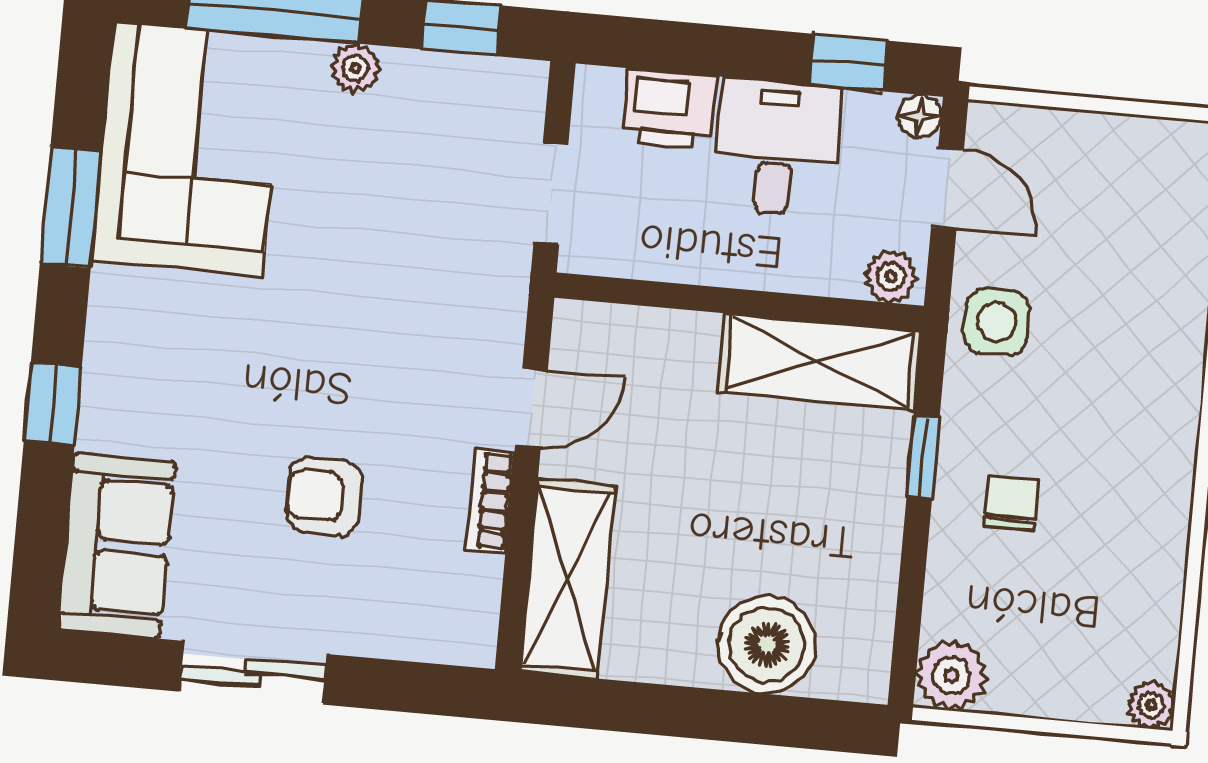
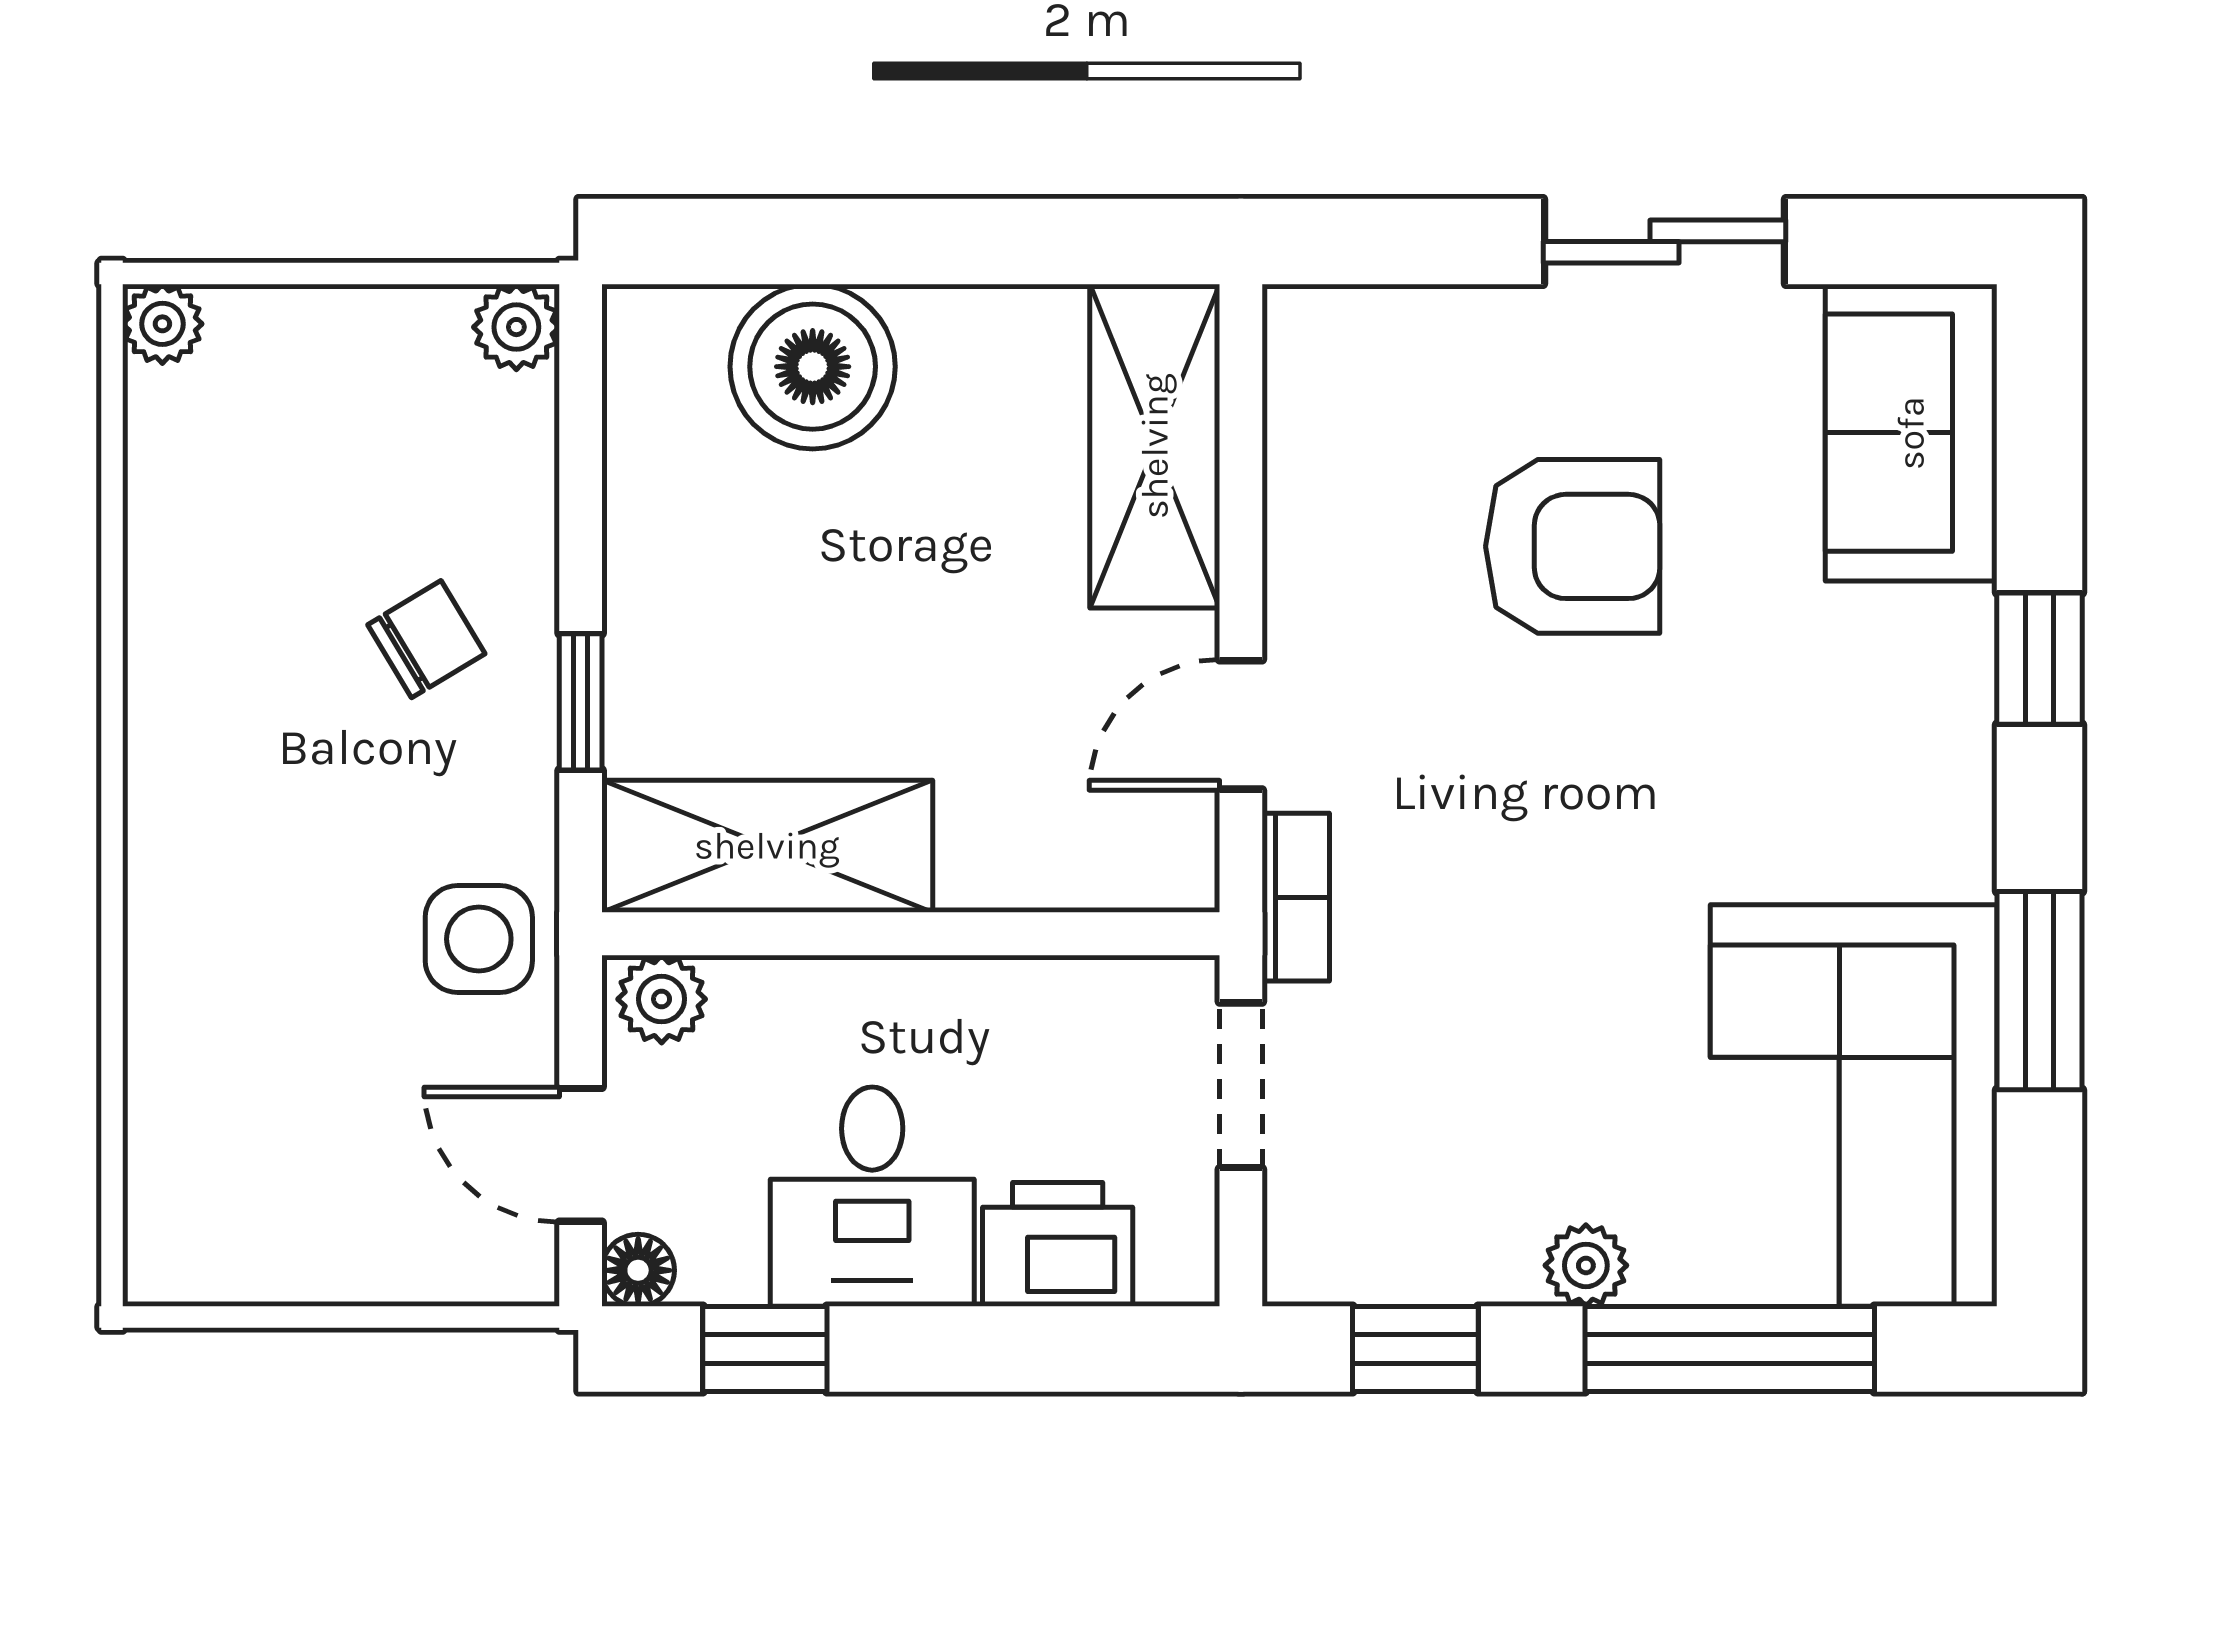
armchair: (324, 496) -> (1573, 546), width x1.38, depth x1.38
bookcase: (490, 501) -> (1296, 897), moved
chair: (1011, 503) -> (426, 639), turned -121
plant: (951, 675) -> (516, 327), width x0.73, depth x0.73

